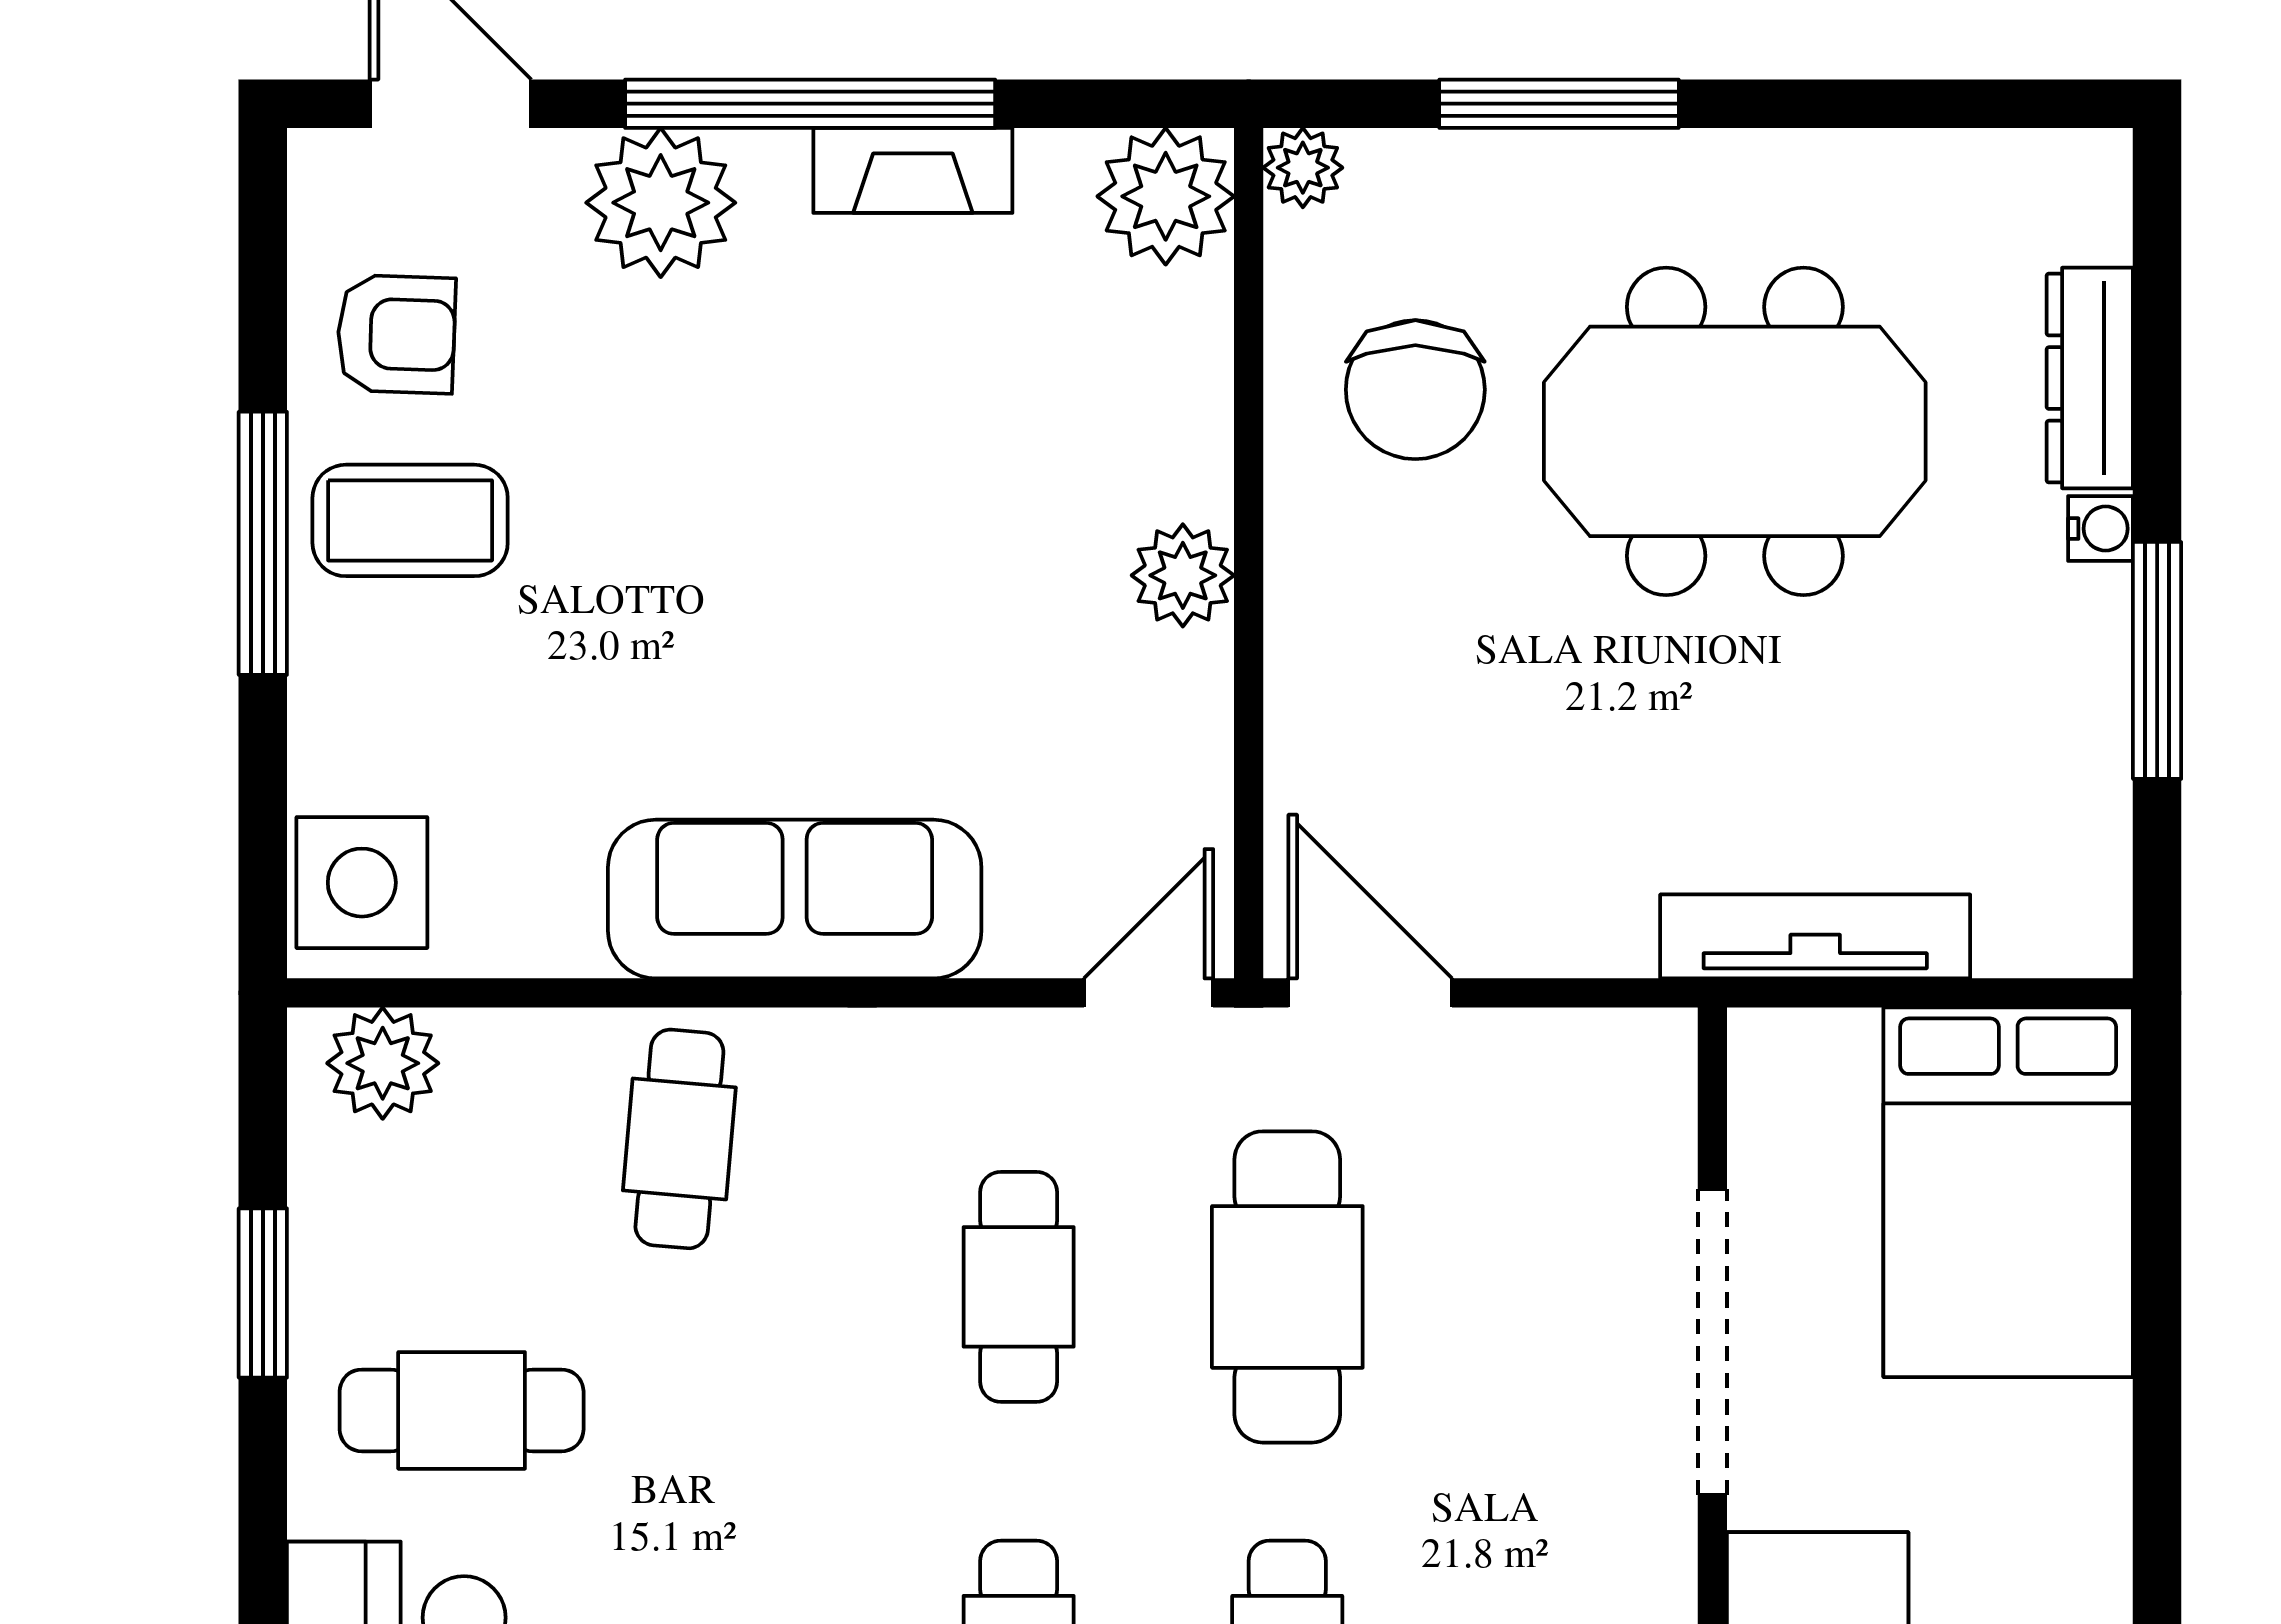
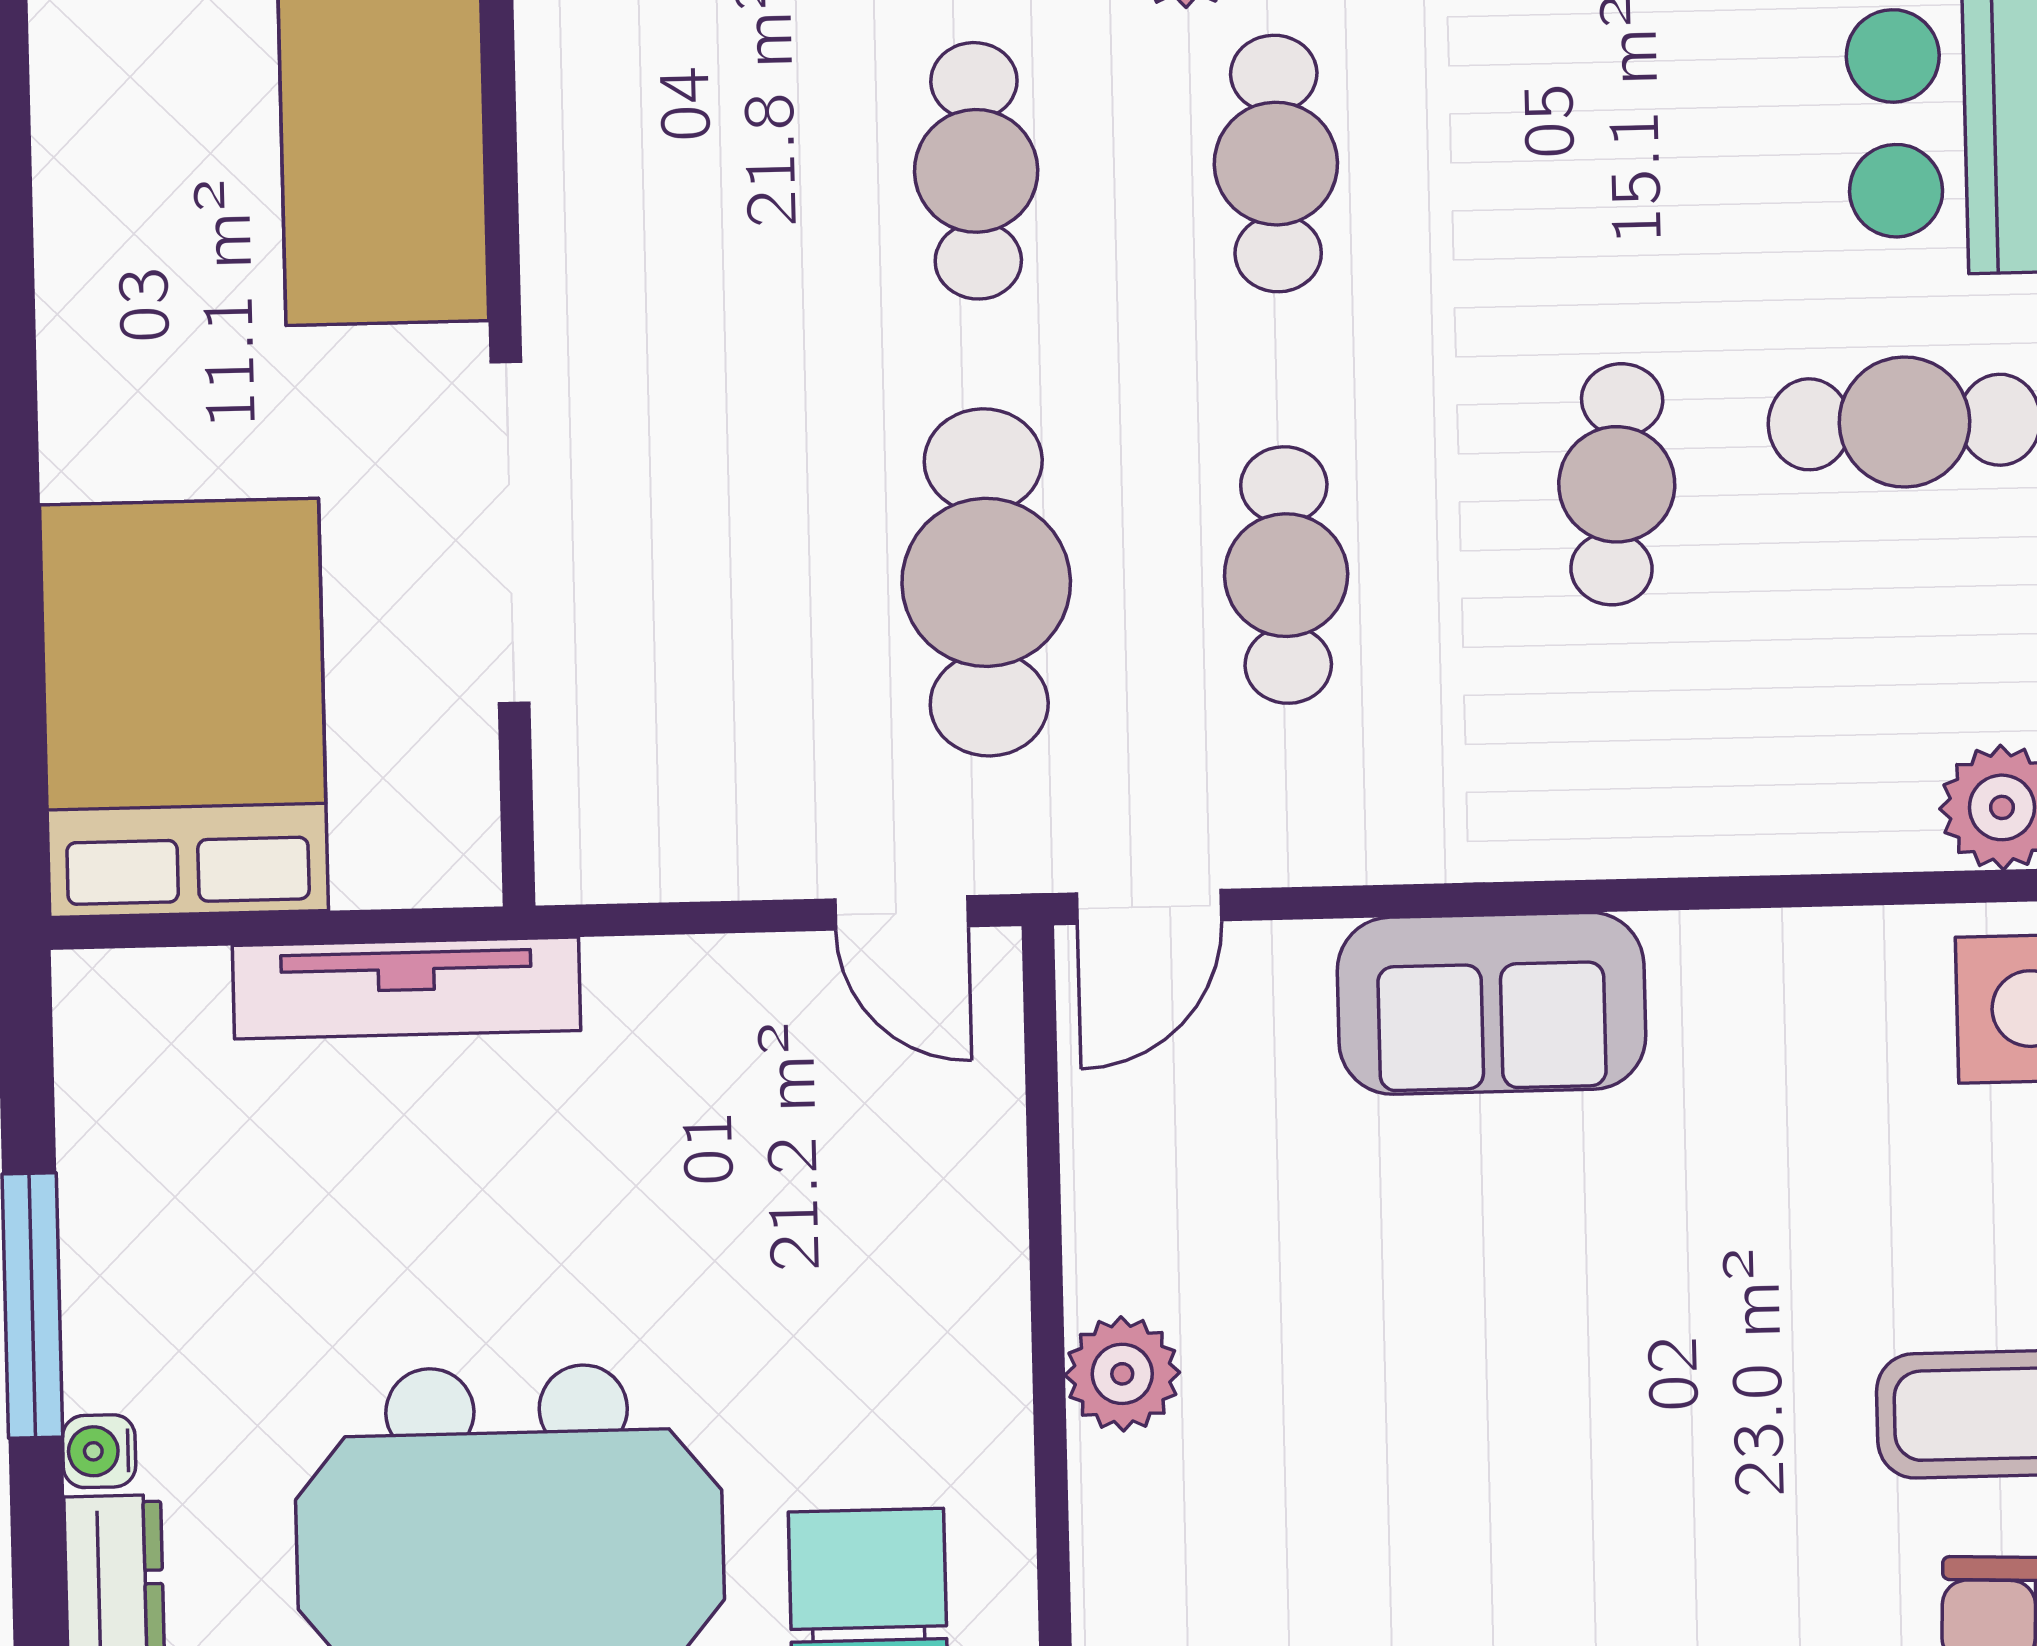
sofa: (795, 899) -> (1491, 1003), width x0.73
door: (1370, 993) -> (902, 913), width x0.73
cafe table: (679, 1139) -> (1617, 484), moved

